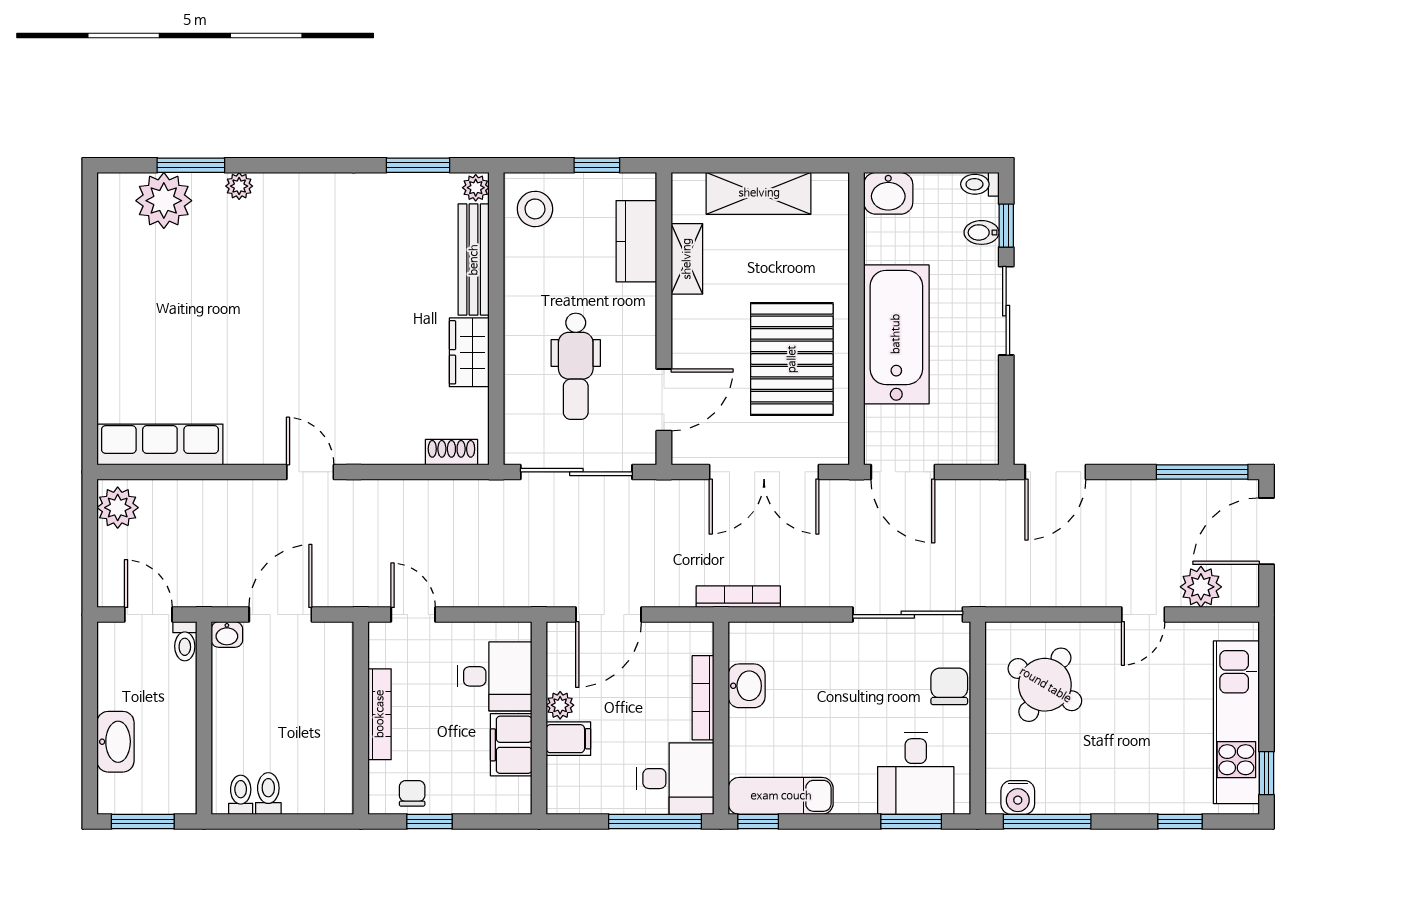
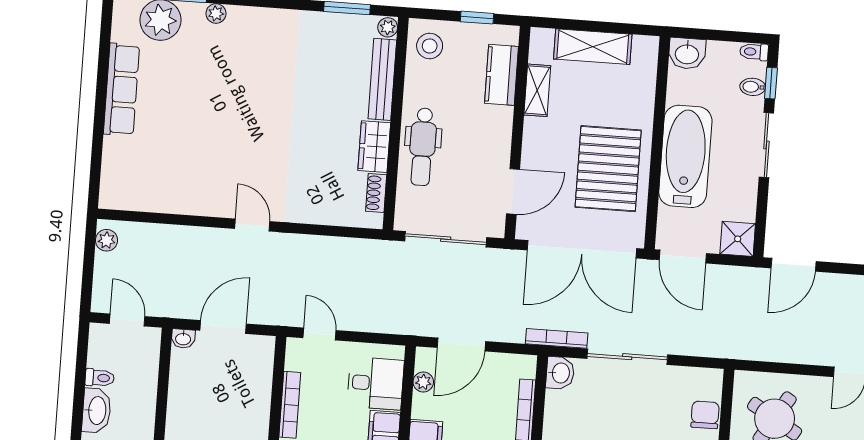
dental chair: (576, 366) -> (423, 147), moved
shower: (976, 442) -> (738, 239), added
row of seats: (160, 444) -> (121, 89), moved, turned 90
shoe rack: (451, 452) -> (376, 193), moved, turned -90
double door: (764, 472) -> (582, 249), width x1.36
plant: (118, 508) -> (107, 240), width x0.73, depth x0.73
sliding door: (908, 615) -> (627, 357), moved
toilet: (185, 641) -> (100, 378), moved, turned -90
washbasin: (747, 686) -> (560, 373), moved
plant: (560, 705) -> (423, 382), moved

